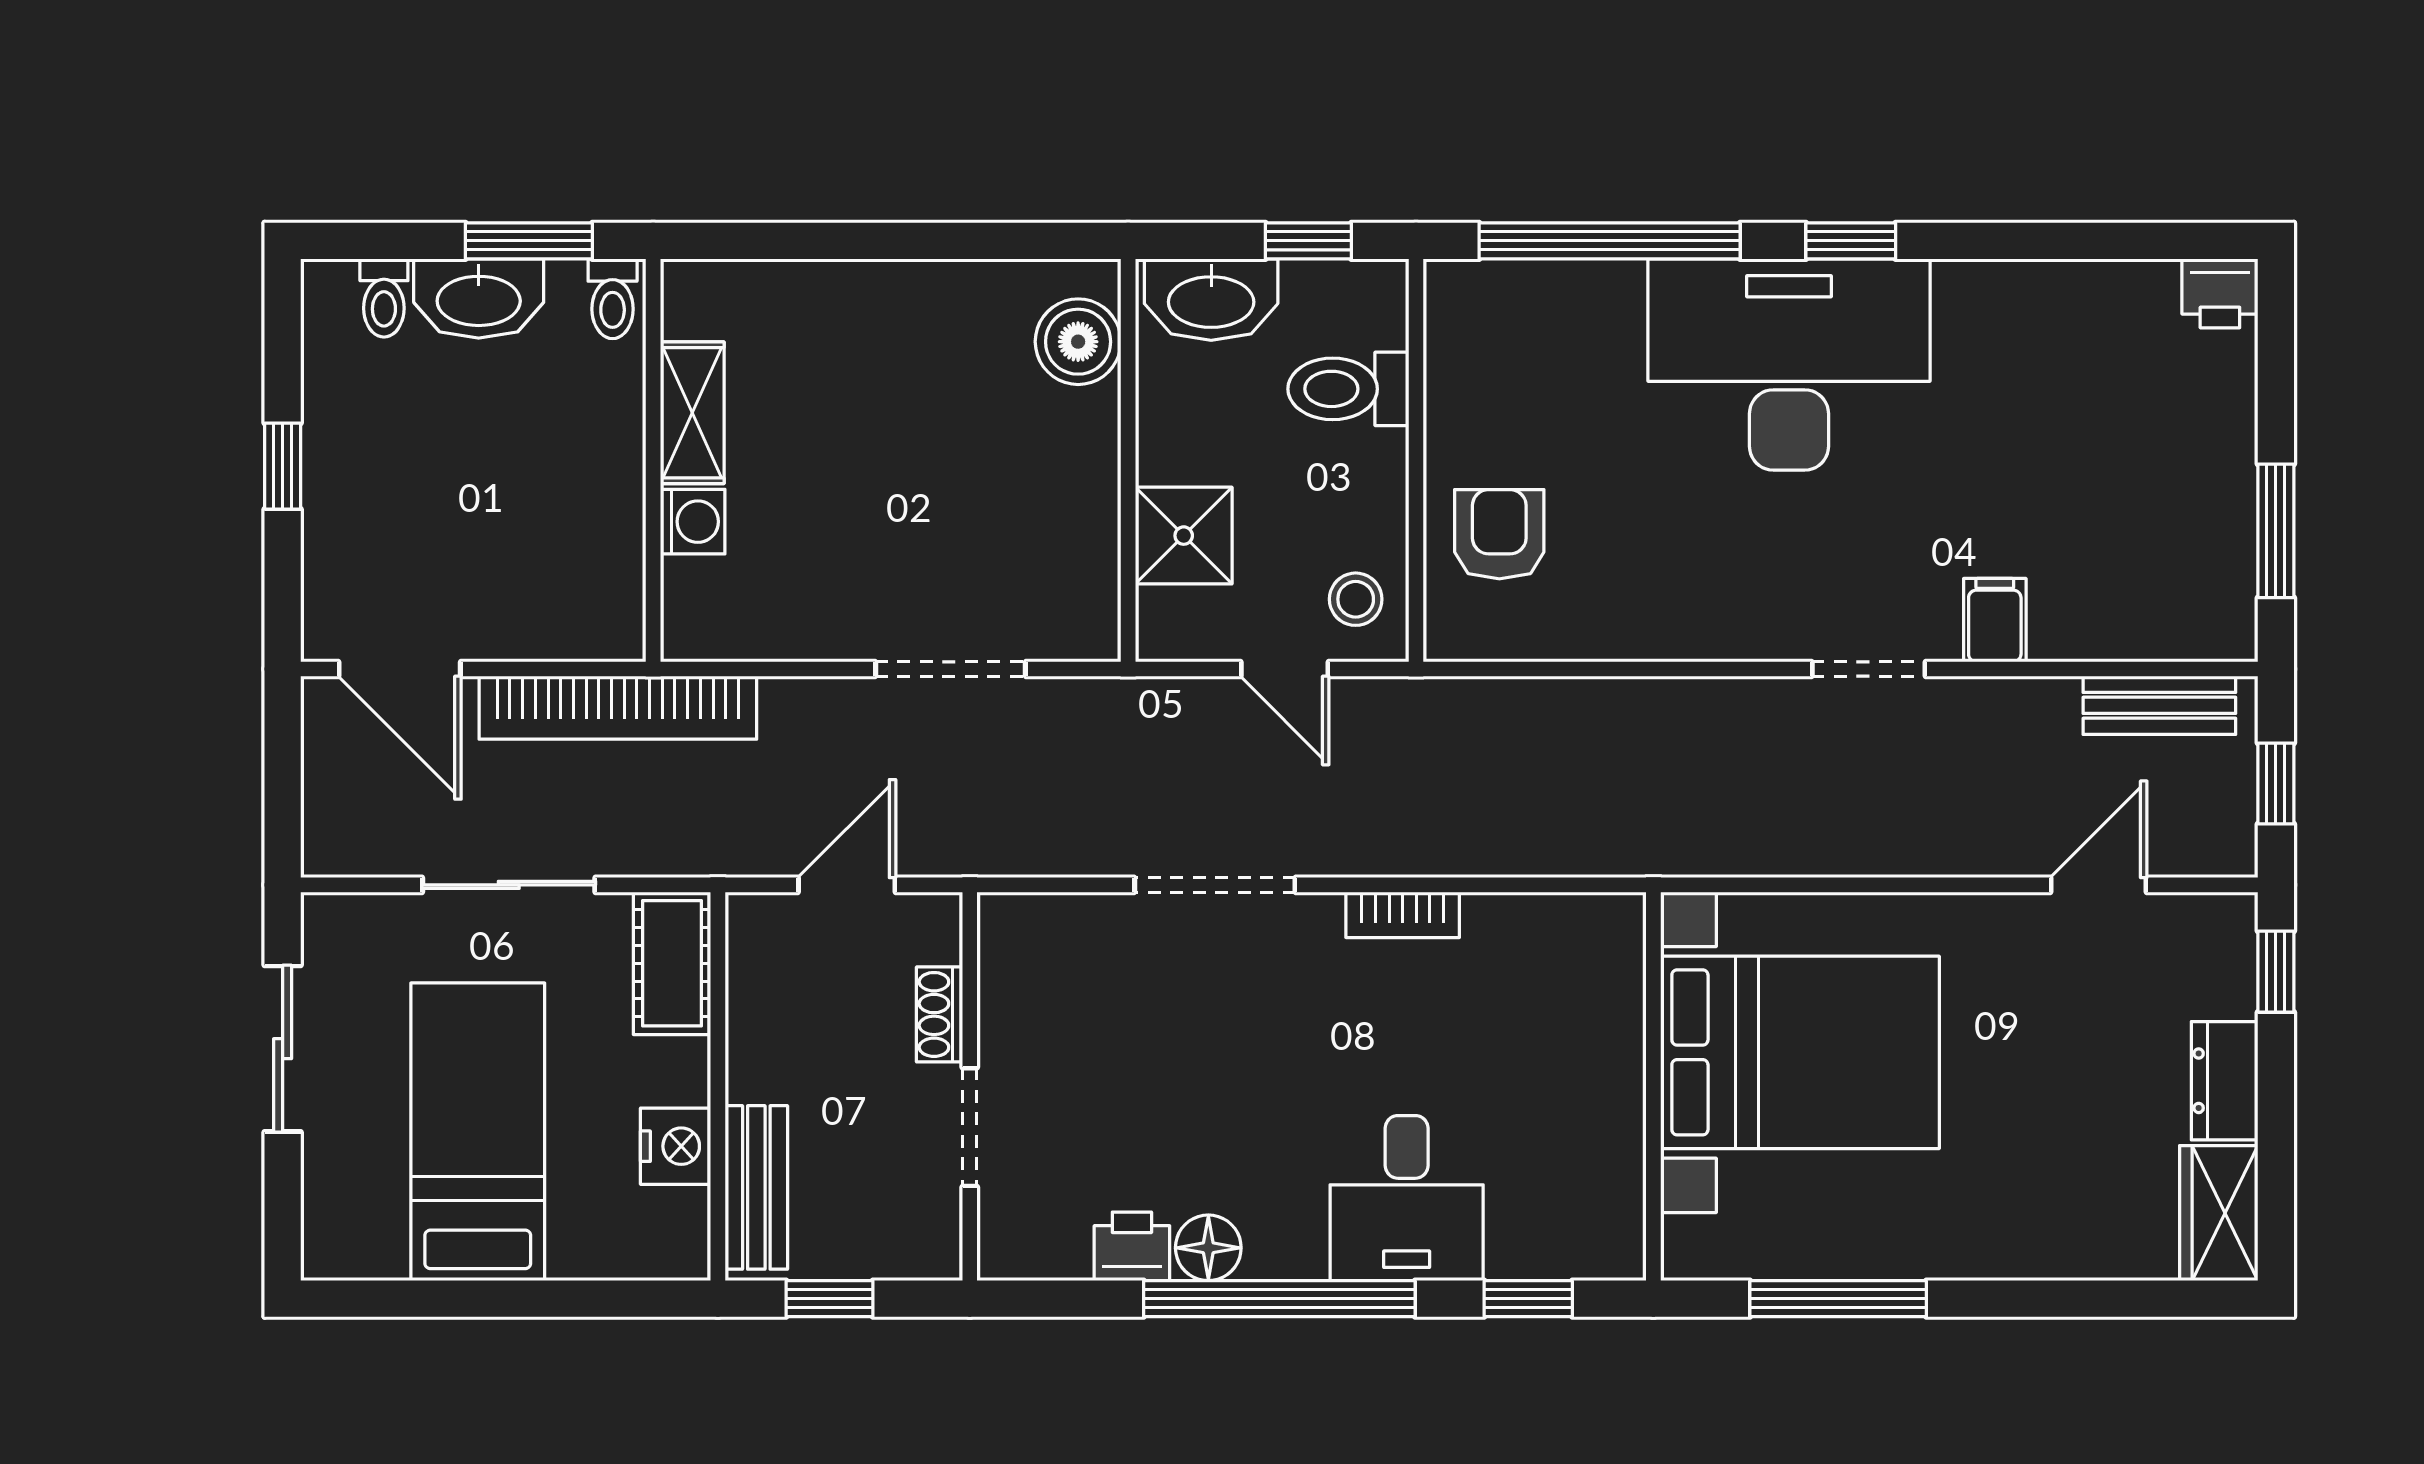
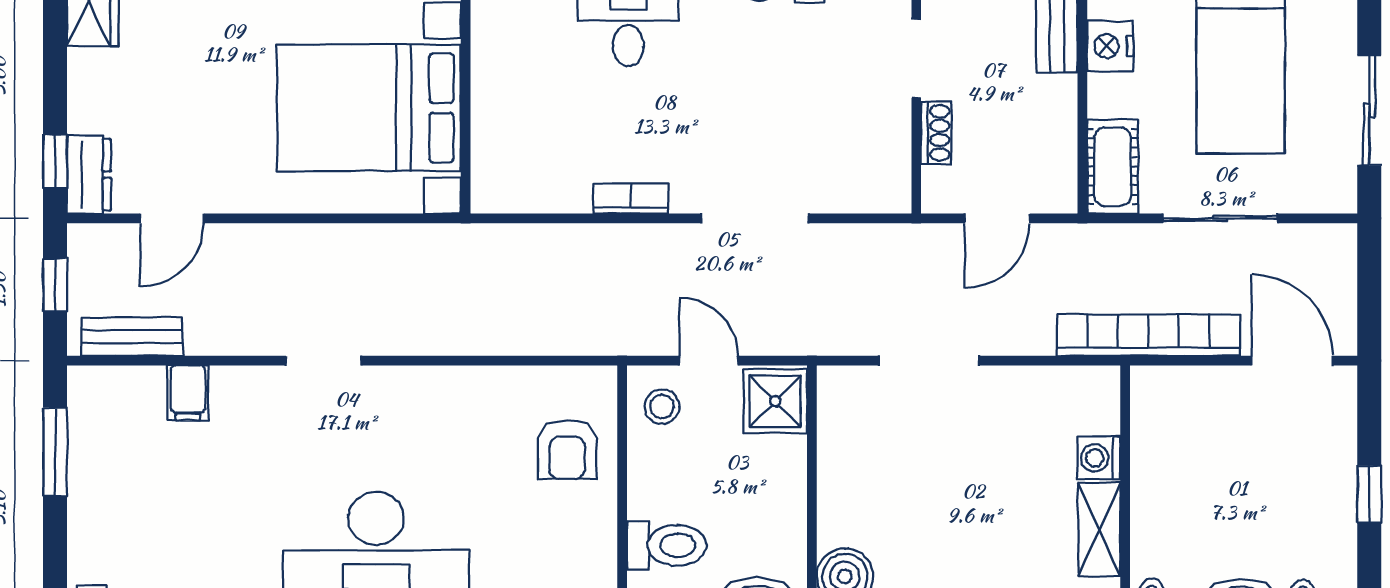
shower: (1184, 536) -> (775, 401), moved
filing cabinet: (1995, 620) -> (188, 393), moved
dresser: (2225, 1081) -> (89, 175), moved

